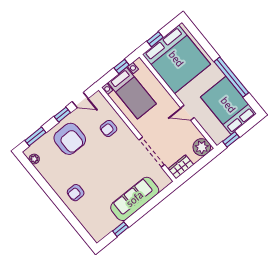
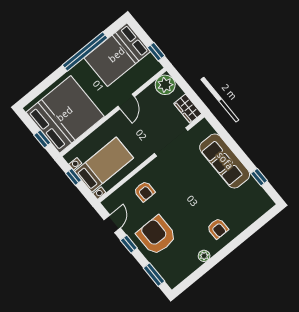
armchair: (70, 139) -> (156, 235), turned -90
plant: (34, 159) -> (204, 256), moved

